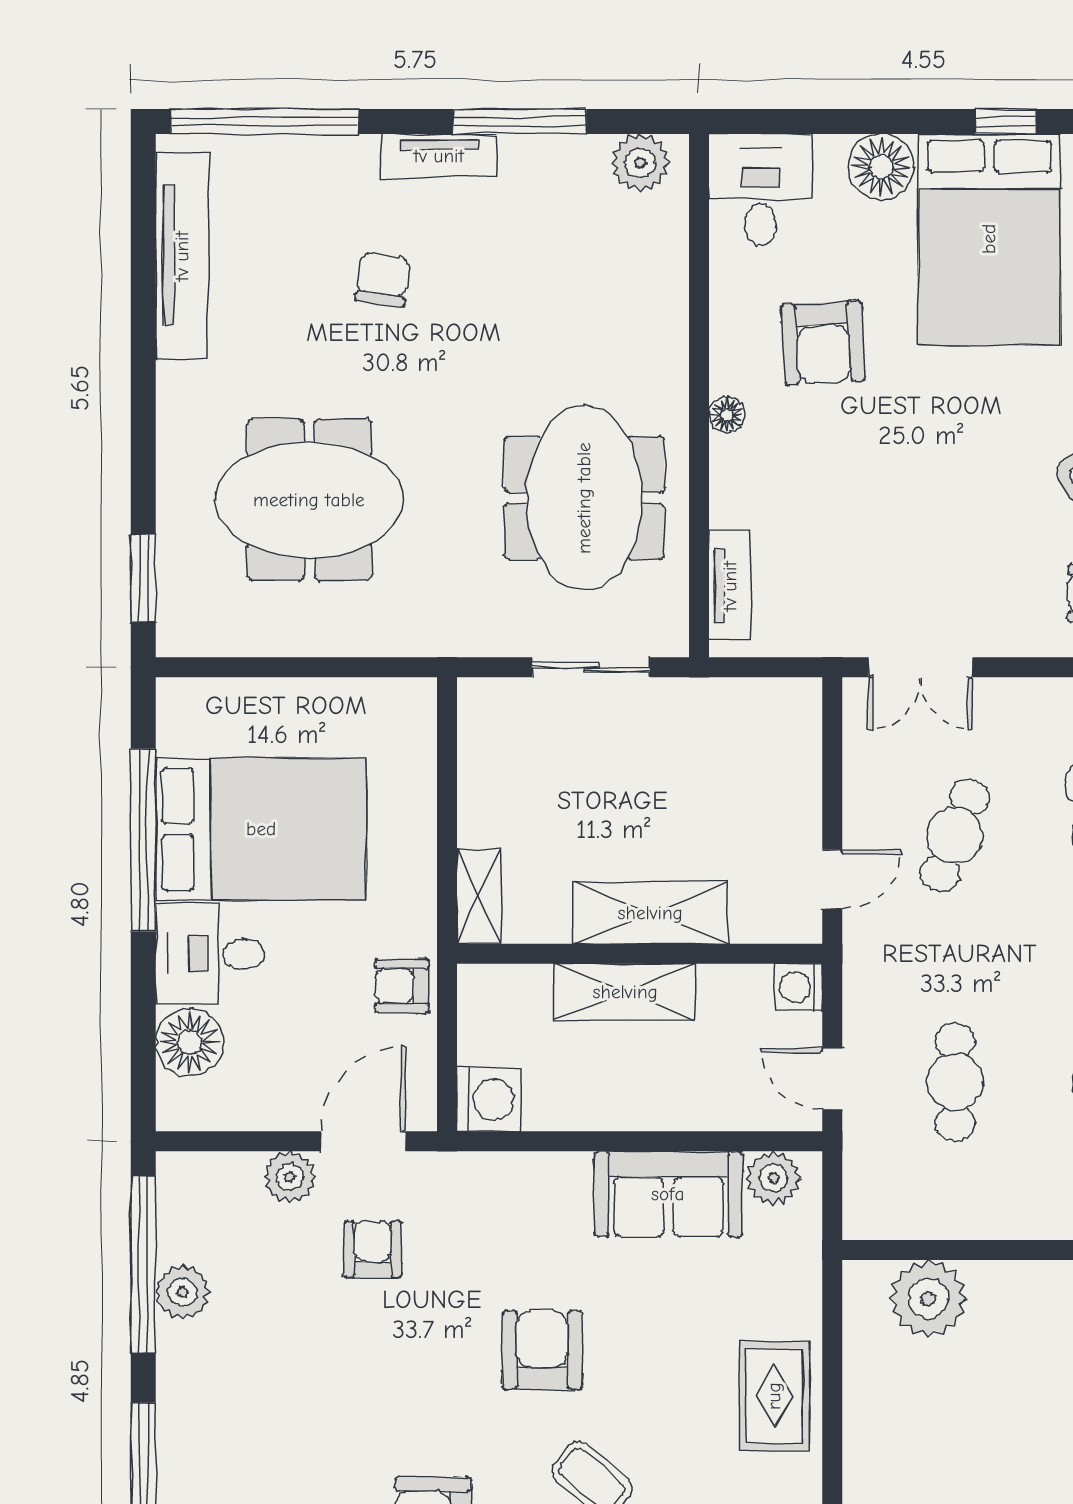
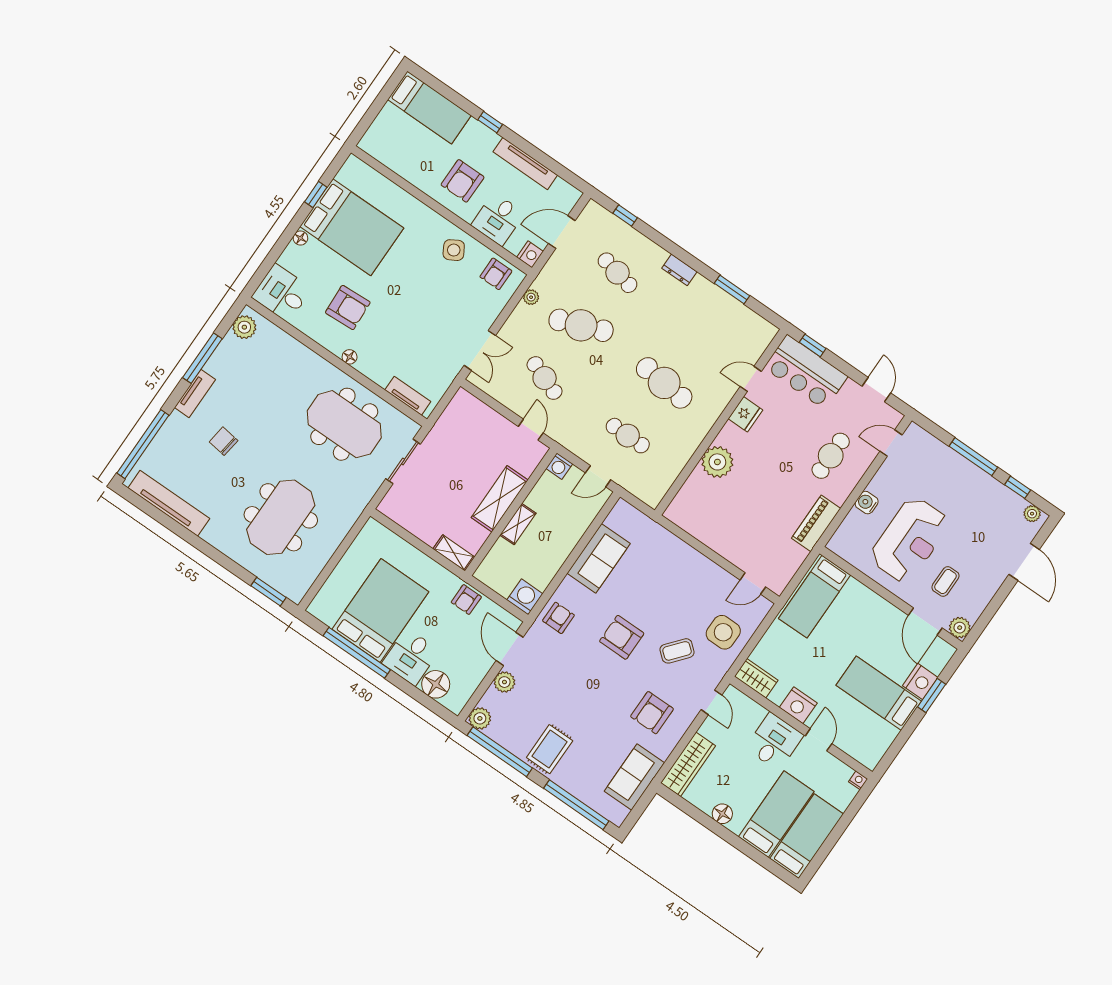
floor lamp: (881, 167) -> (300, 238), width x0.53, depth x0.53
shelving: (625, 992) -> (518, 524), width x0.67, depth x0.75
plant: (773, 1178) -> (618, 519), removed
armchair: (373, 1249) -> (558, 618), moved, turned 90
plant: (183, 1292) -> (480, 718), moved
plant: (928, 1298) -> (717, 462), moved
rug: (774, 1396) -> (550, 749), moved, turned 90

